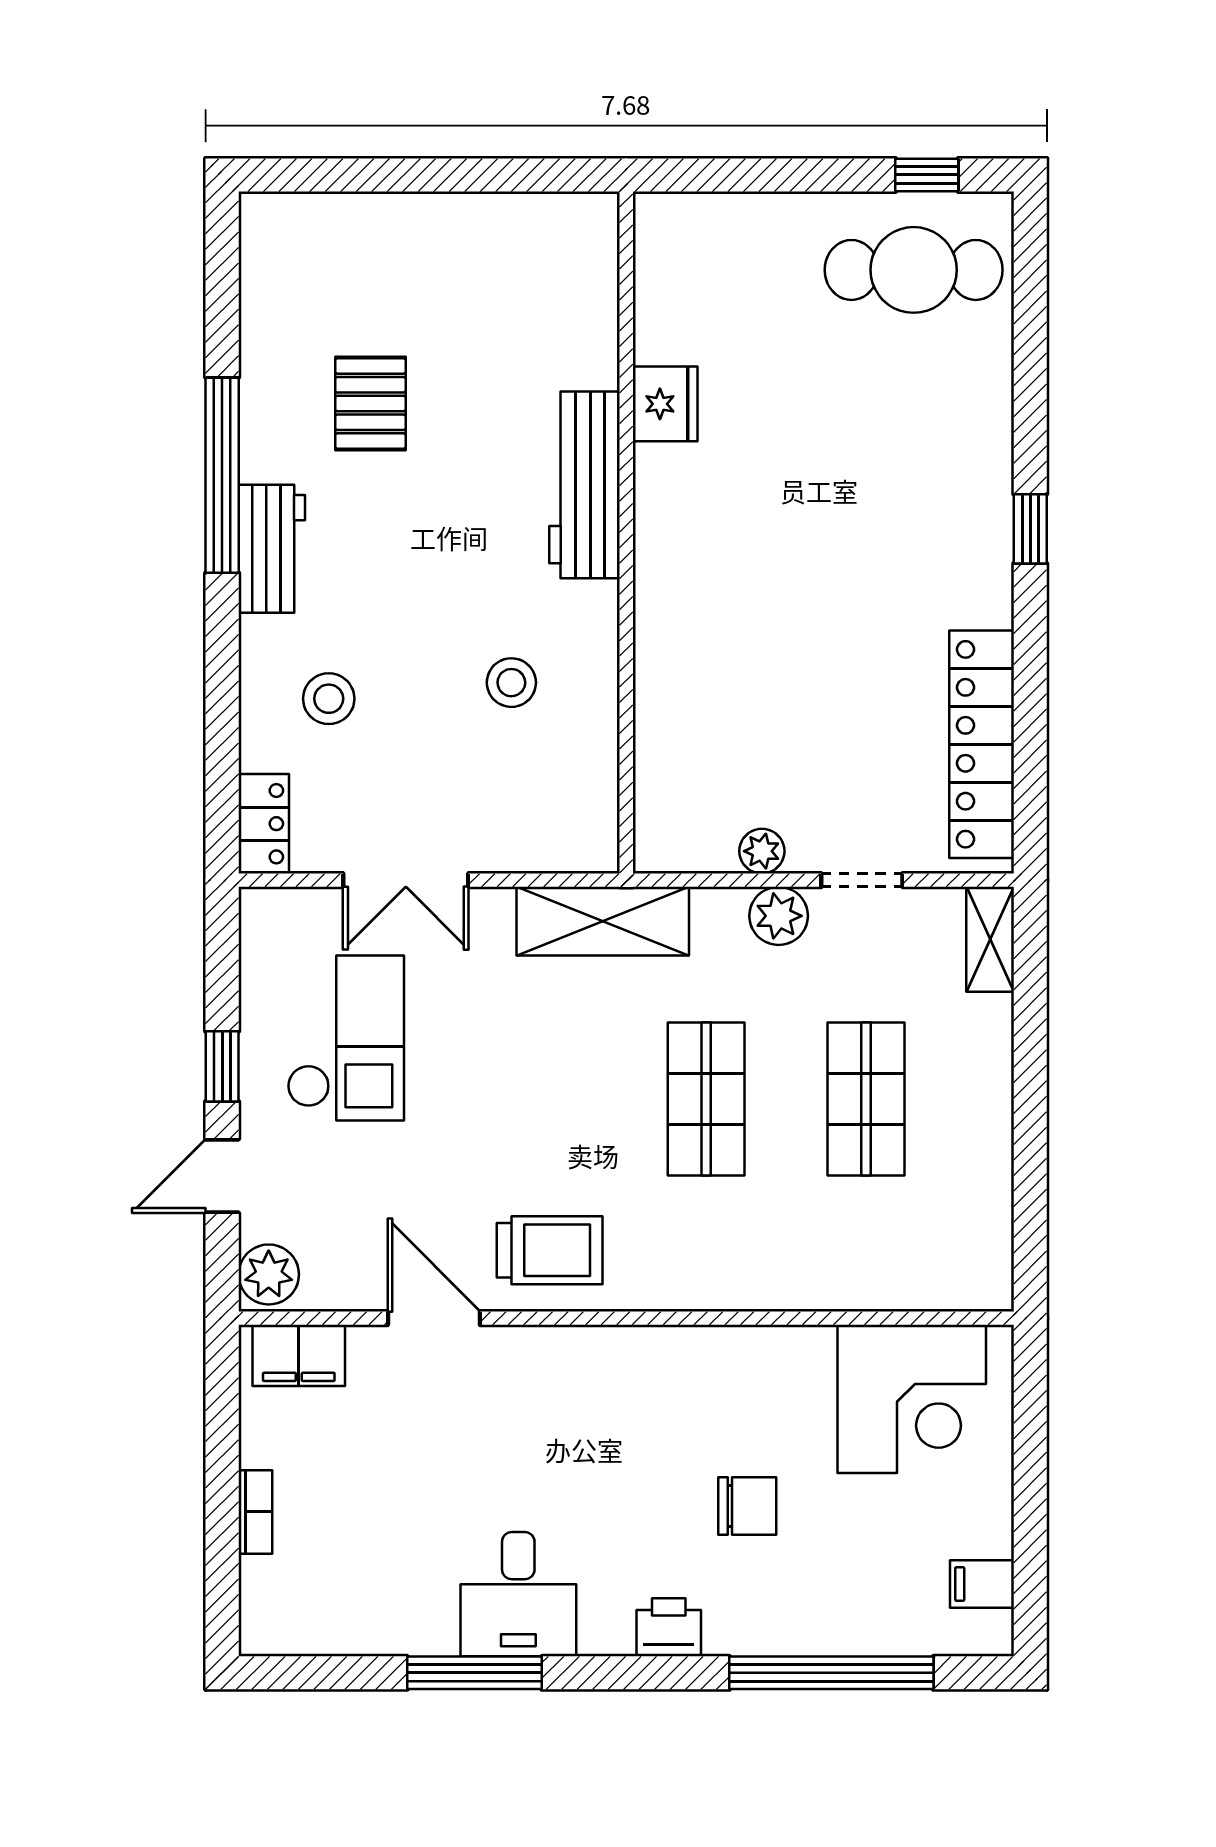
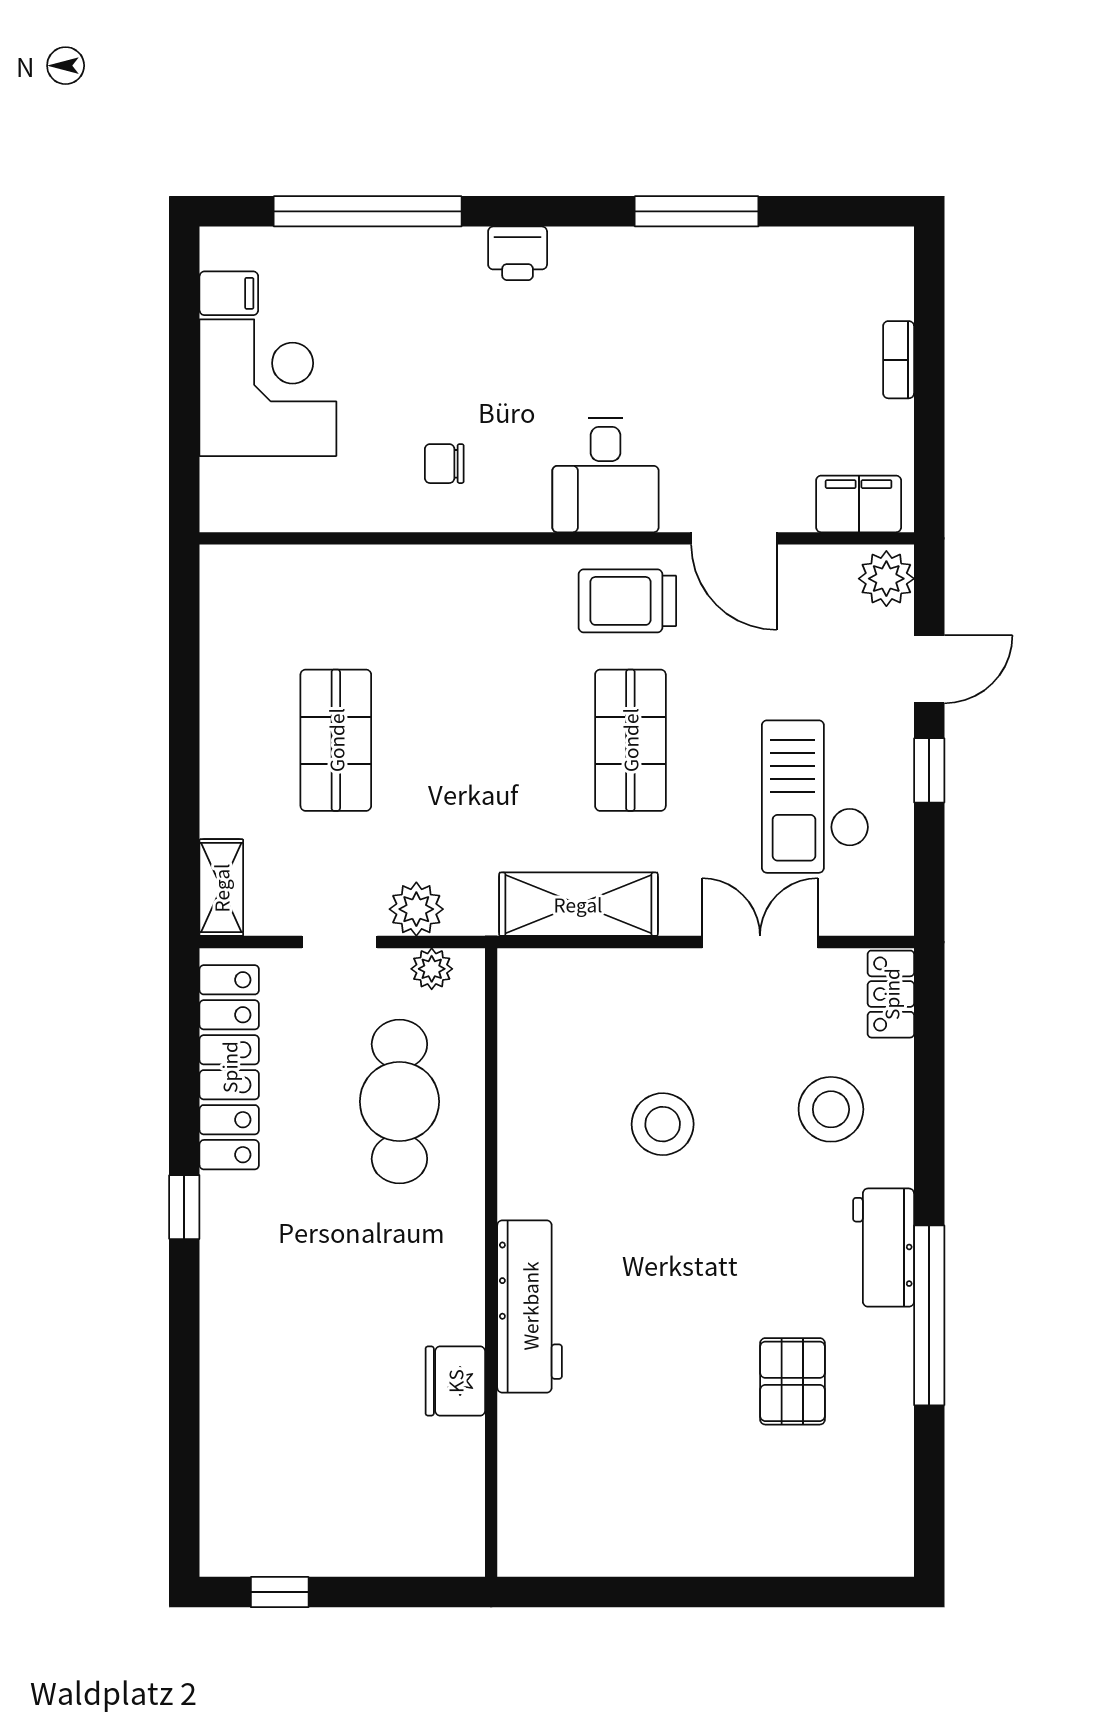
cafe table: (914, 270) -> (399, 1102), moved, turned 90
fridge: (665, 404) -> (455, 1381), moved
workbench: (584, 485) -> (530, 1306), moved
window: (1030, 529) -> (184, 1207), moved
wall: (626, 532) -> (491, 1262), moved
stool: (511, 683) -> (663, 1124), width x1.38, depth x1.38
stool: (329, 699) -> (831, 1109), width x1.38, depth x1.38
shop shelf: (706, 1099) -> (630, 740), moved
corner desk: (912, 1399) -> (268, 388), moved, turned 90
chair: (747, 1506) -> (444, 464), moved, width x0.73, depth x0.73
desk: (518, 1594) -> (606, 475), moved, turned 180

